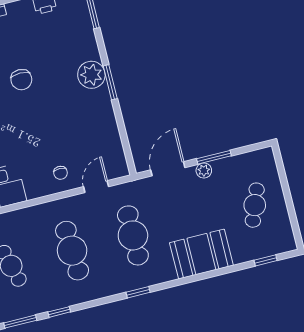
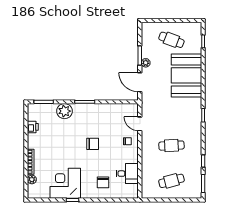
plant: (91, 75) -> (65, 111), moved
chair: (21, 80) -> (93, 144), moved
cafe table: (133, 235) -> (171, 110), removed
cafe table: (72, 251) -> (171, 146), width x0.73, depth x0.74
booth: (201, 254) -> (186, 75), width x1.36, depth x1.42

